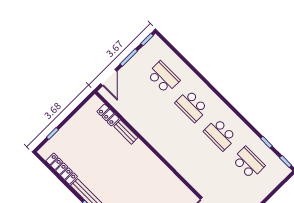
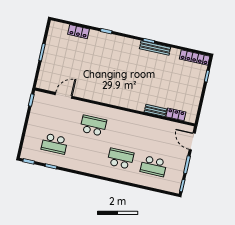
school desk: (220, 134) -> (93, 126), moved
locker: (62, 169) -> (195, 58), moved

